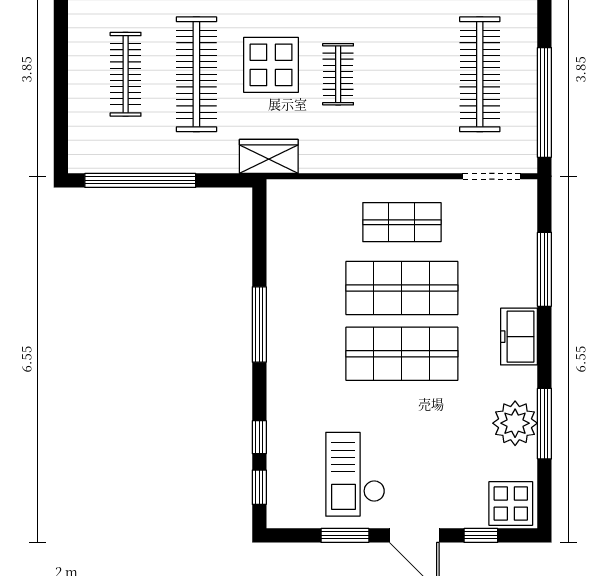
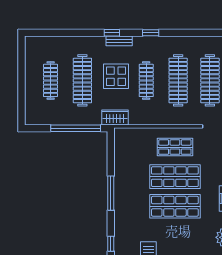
clothes rail: (338, 74) -> (146, 80), width x1.36
clothes rail: (409, 74) -> (178, 80), added
window: (140, 180) -> (76, 128), moved

